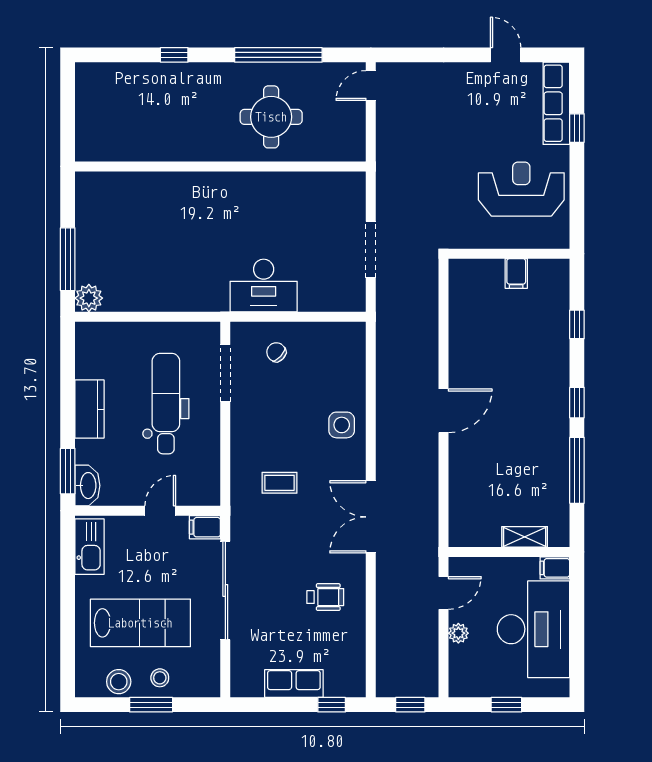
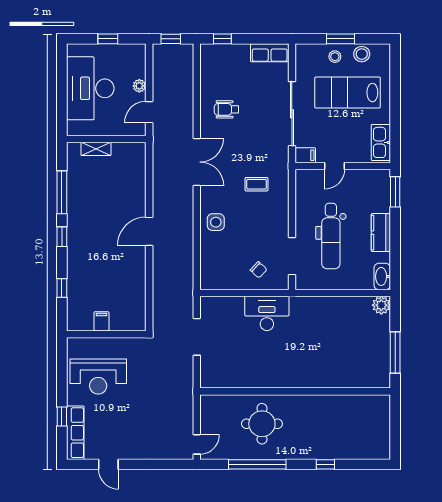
window: (68, 259) -> (395, 353), moved
washbasin: (87, 486) -> (382, 276), moved
filing cabinet: (555, 568) -> (76, 129), removed
row of seats: (294, 683) -> (270, 53), moved

